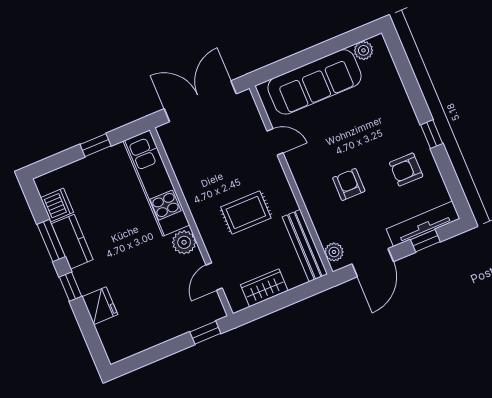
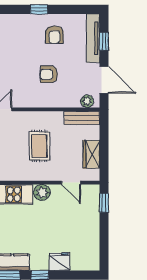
bench: (305, 246) -> (82, 118), width x0.73

